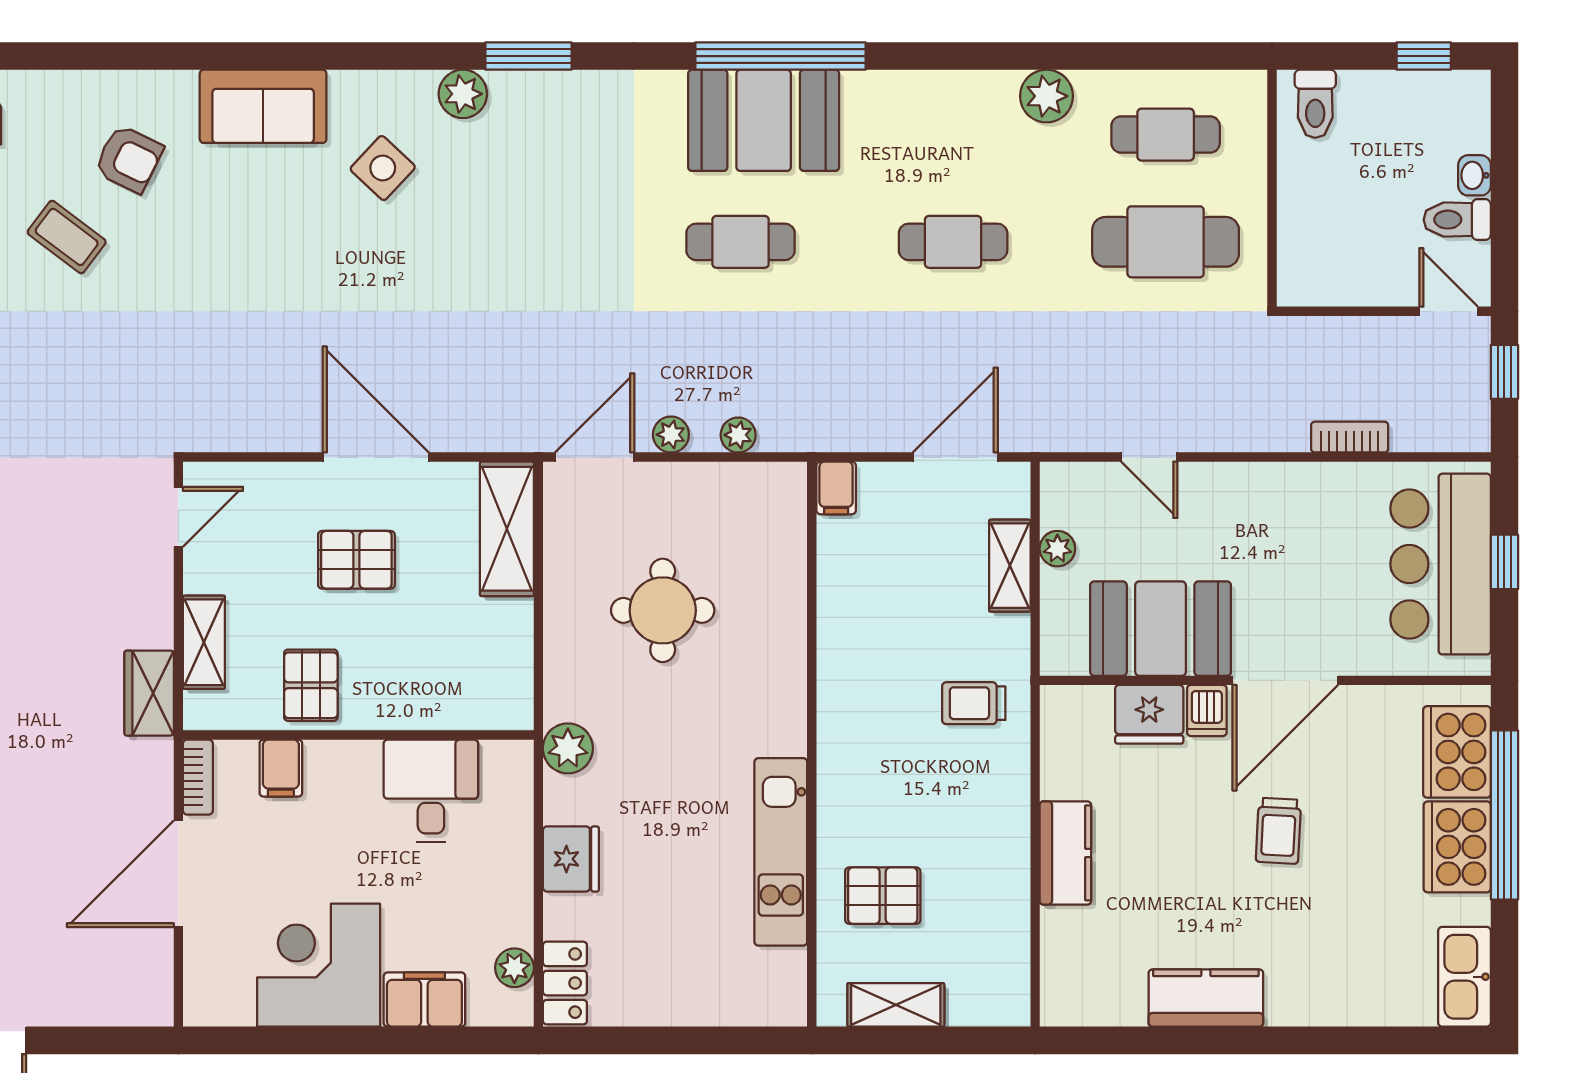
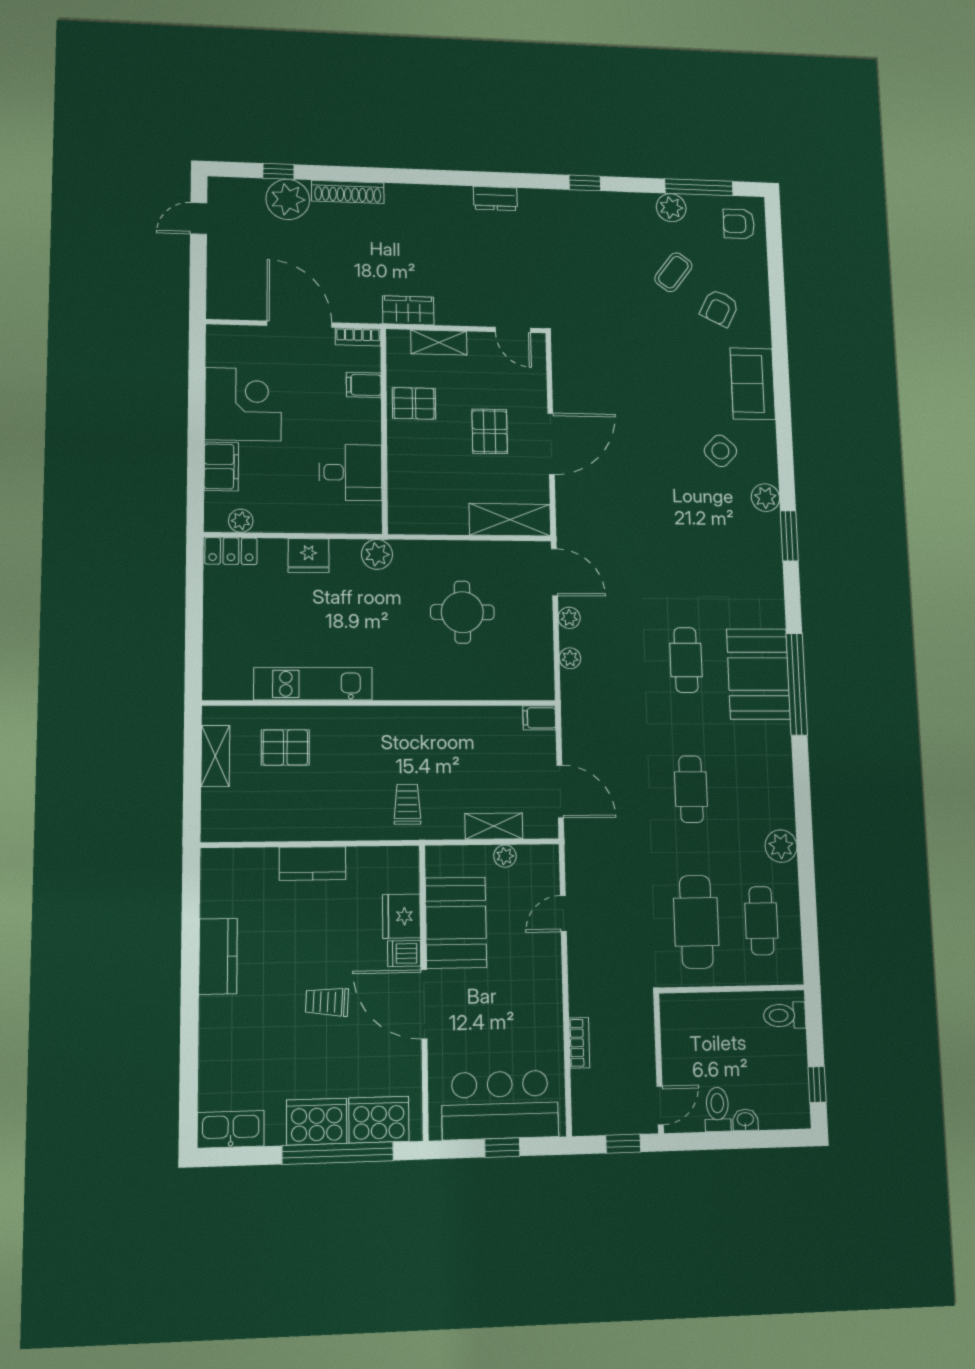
pallet: (883, 896) -> (285, 747), turned 90

